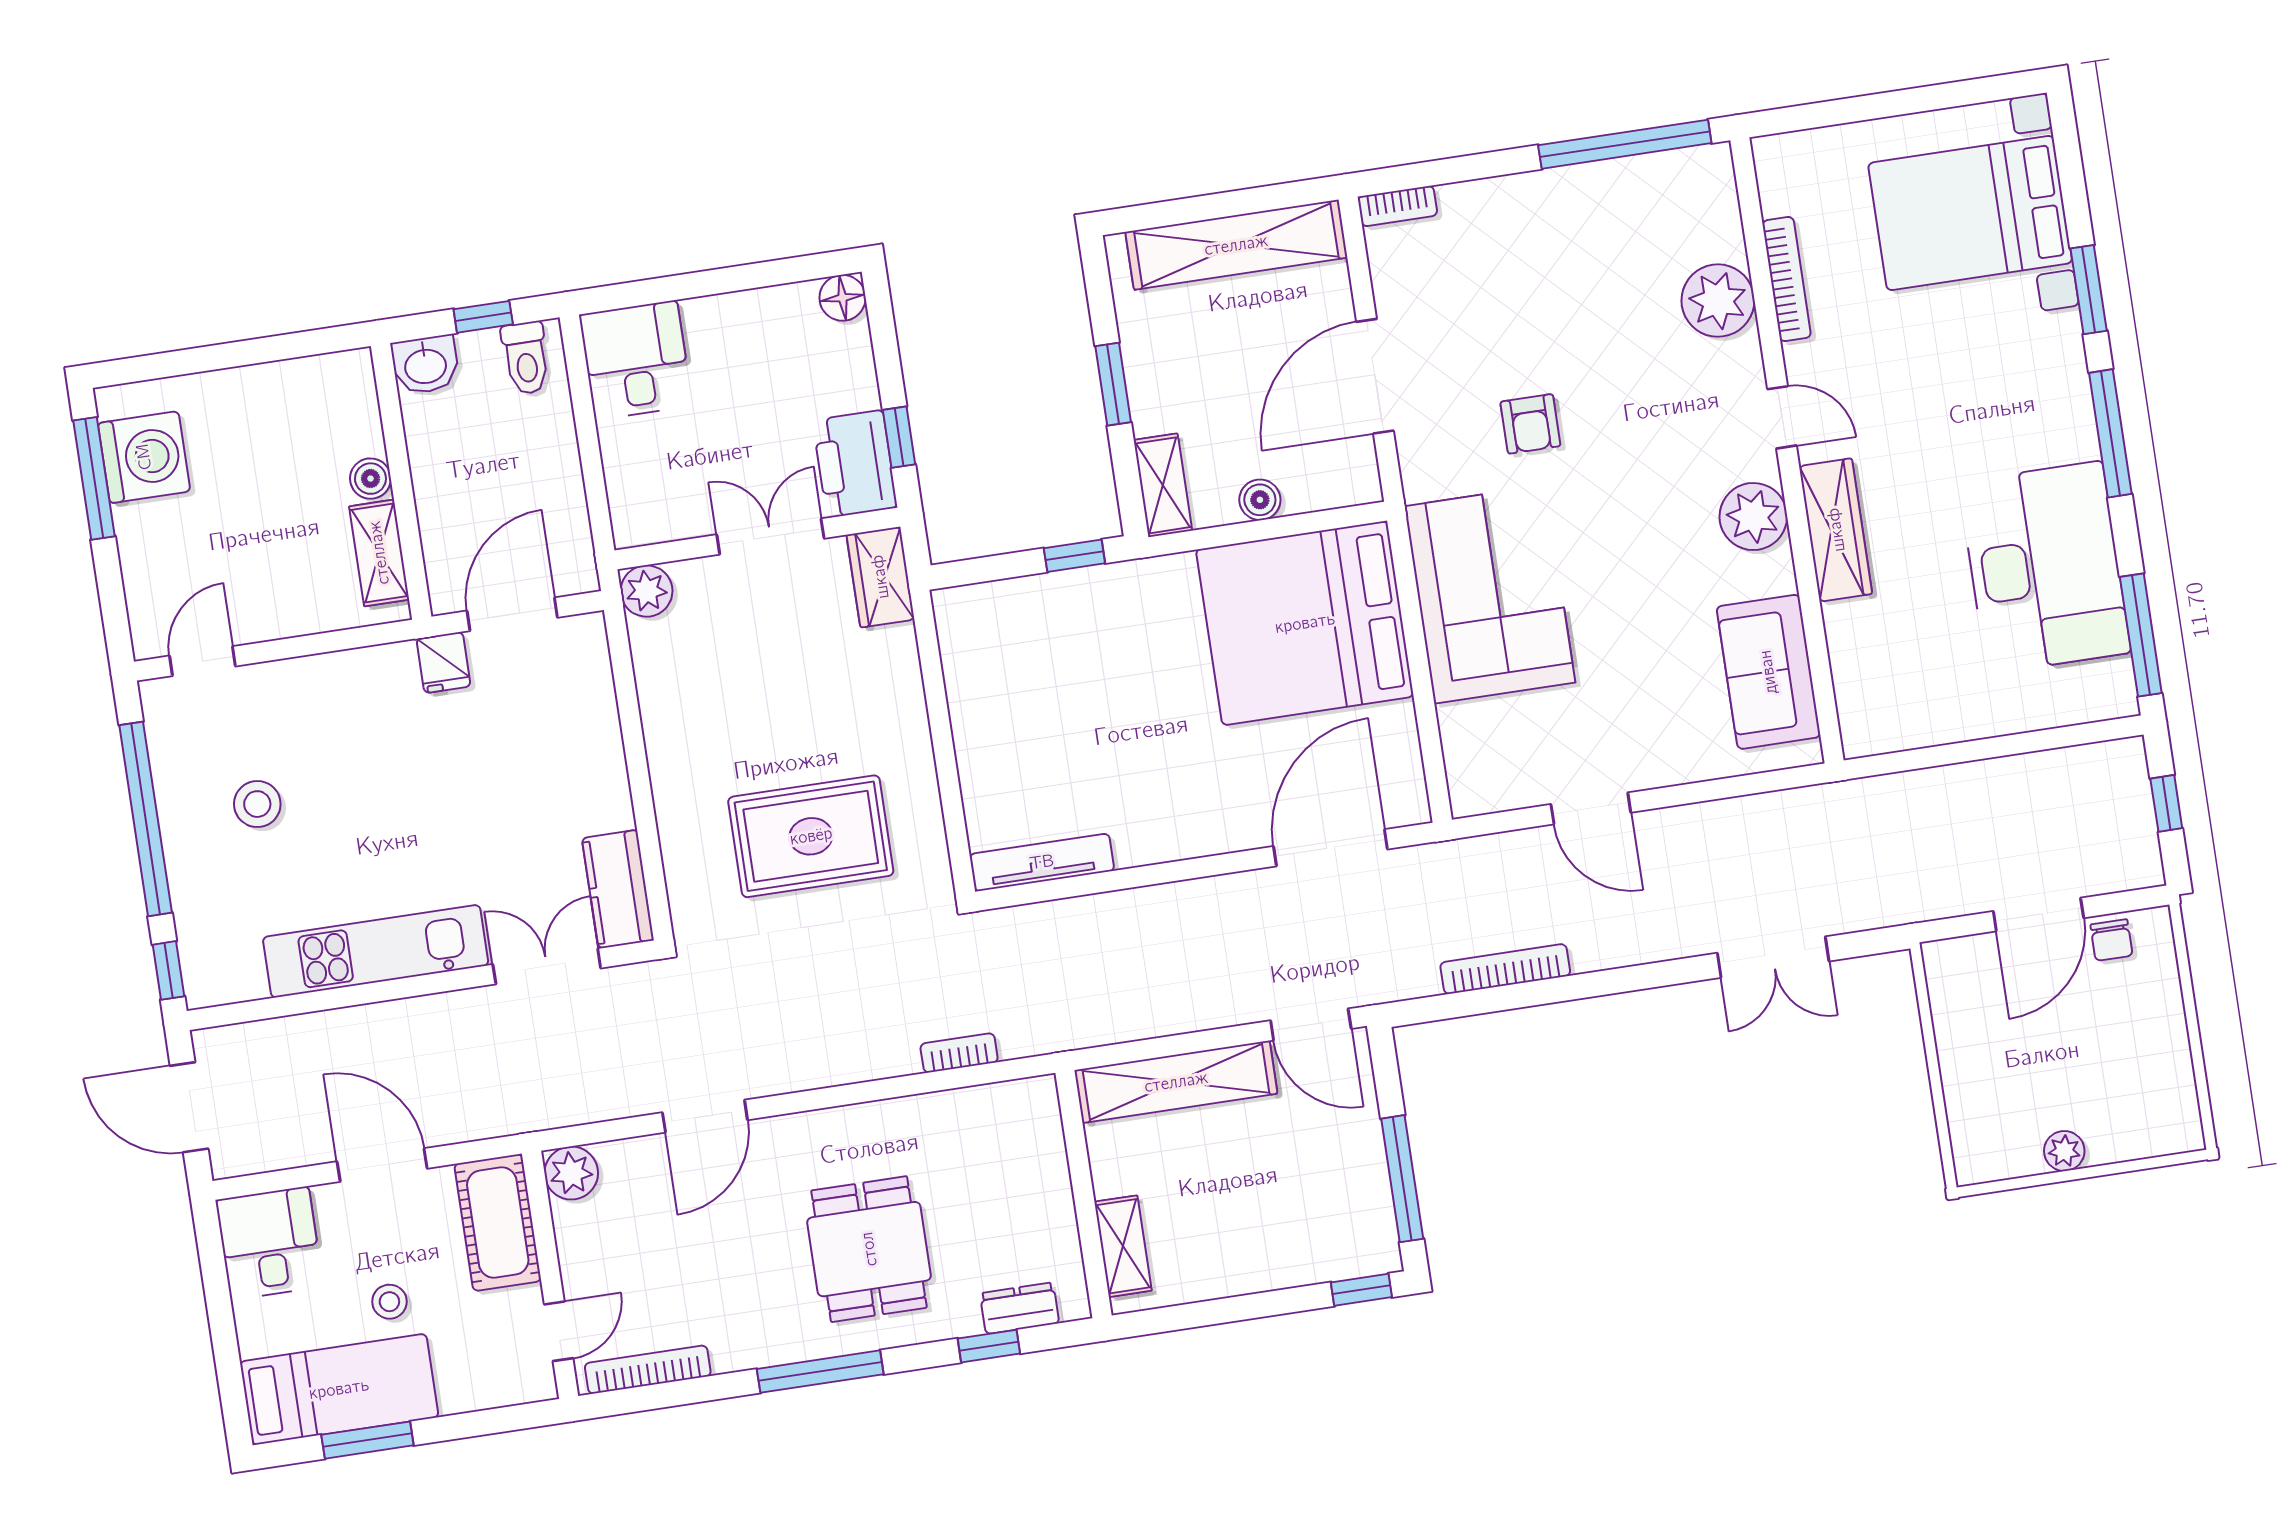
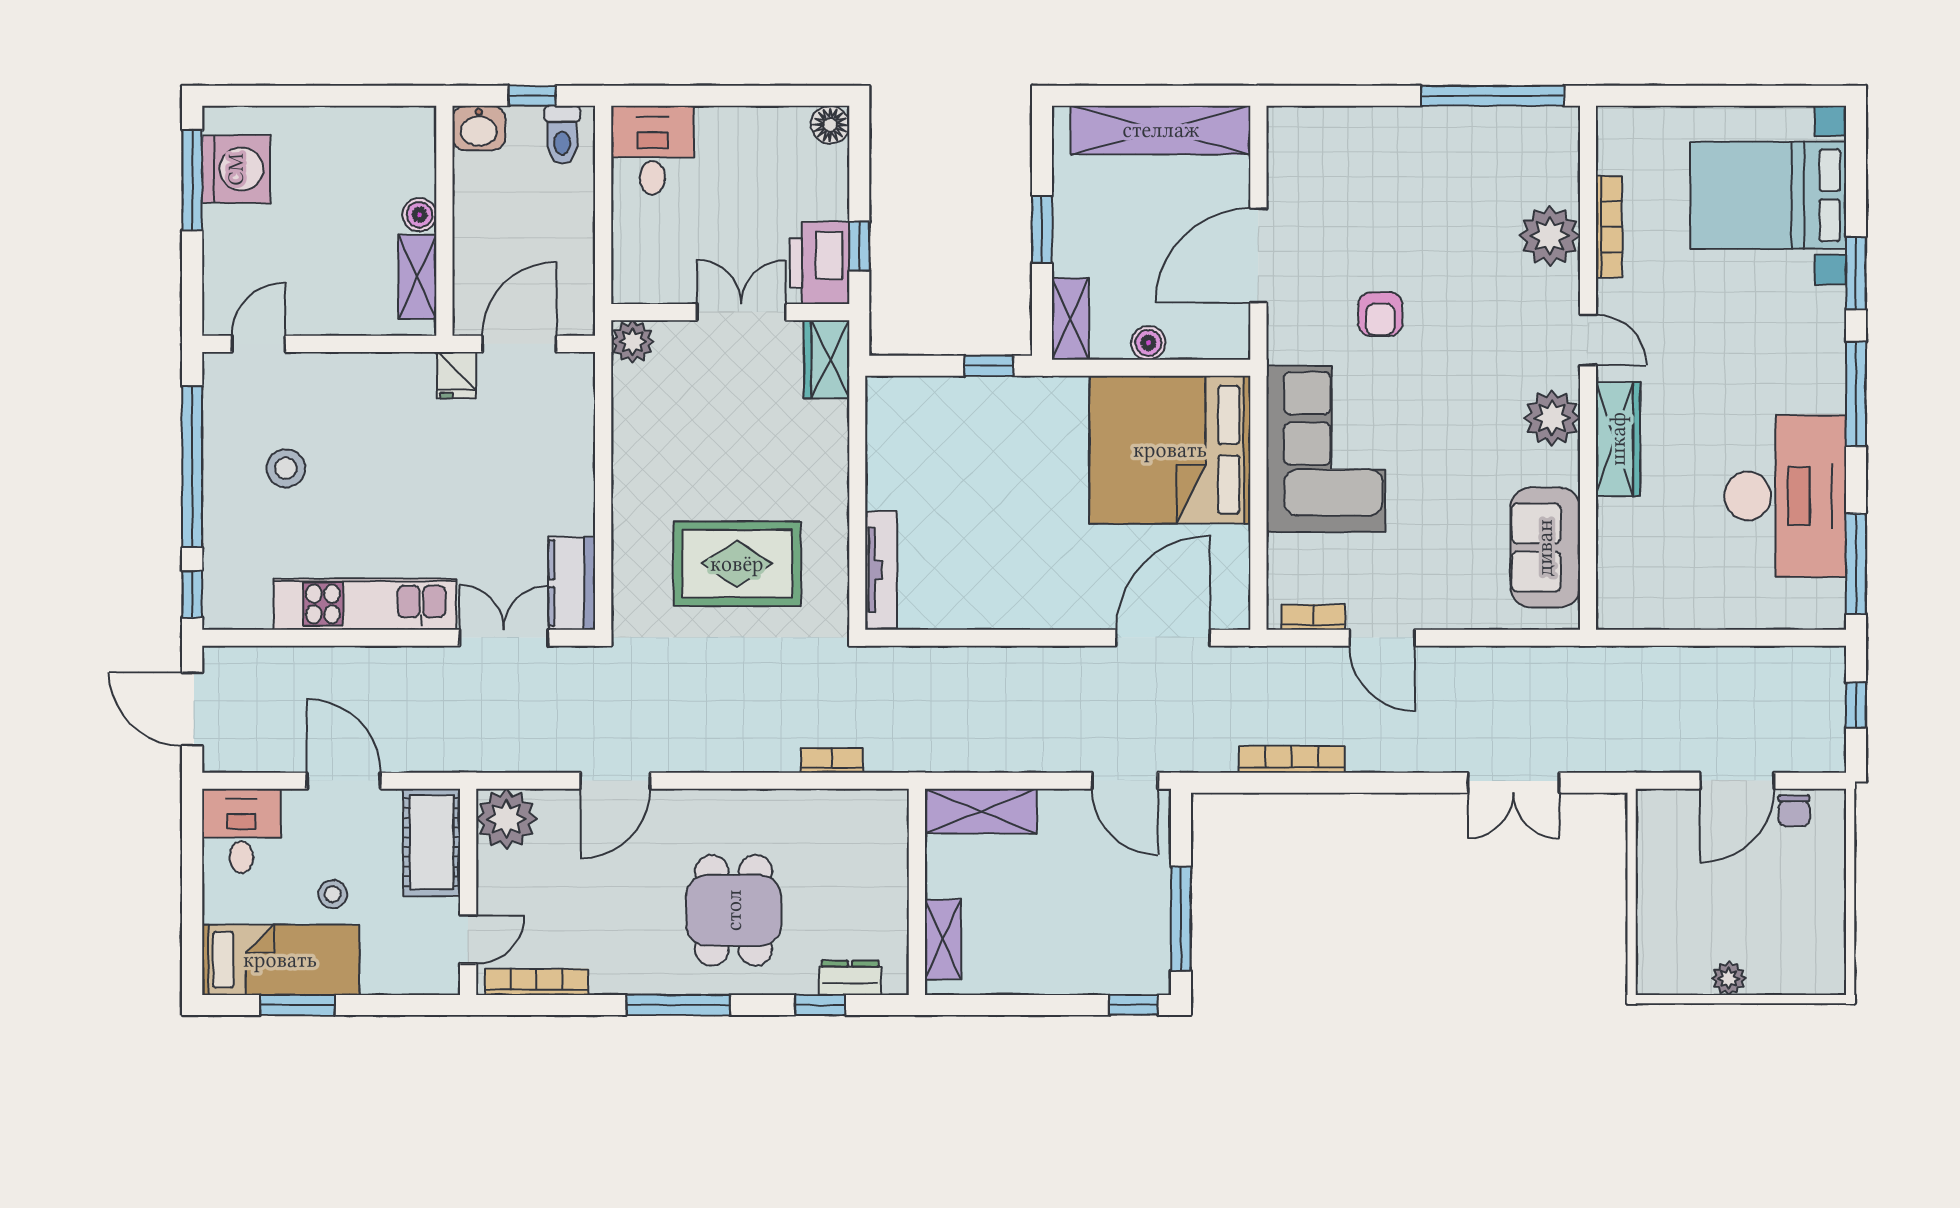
bookcase: (1398, 206) -> (1313, 617), moved, turned 180
tv unit: (1042, 862) -> (881, 570), moved, turned 90
shelving: (1176, 1082) -> (981, 811), width x0.68
plant: (571, 1173) -> (506, 819), width x1.36, depth x1.36

